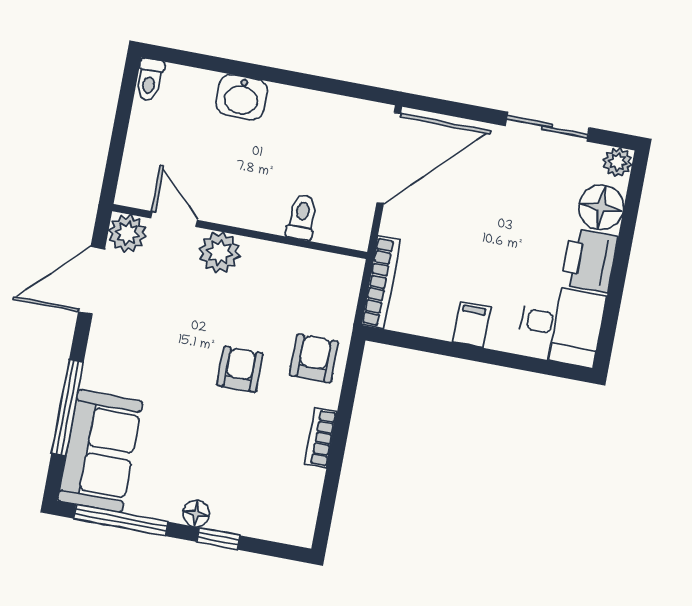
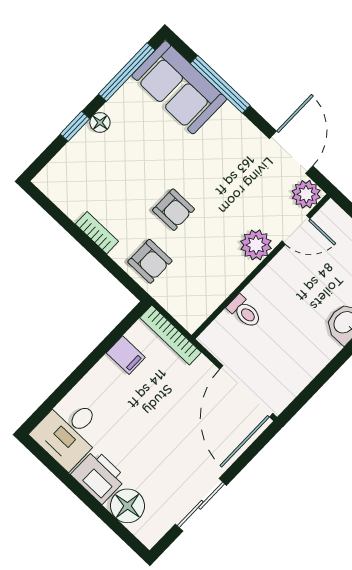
plant: (618, 162) -> (149, 535), removed
filing cabinet: (472, 324) -> (126, 355), moved

